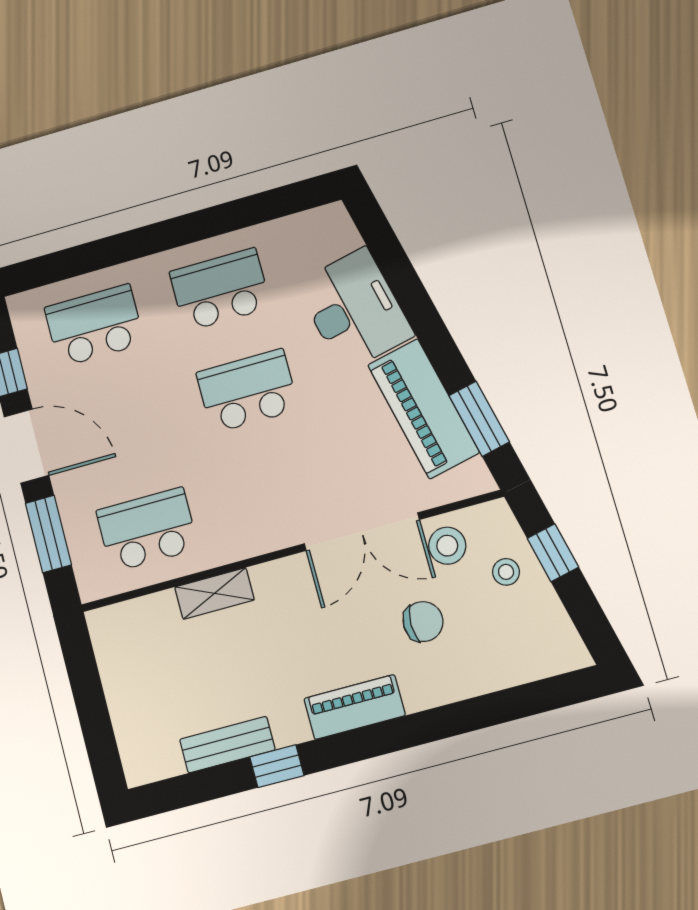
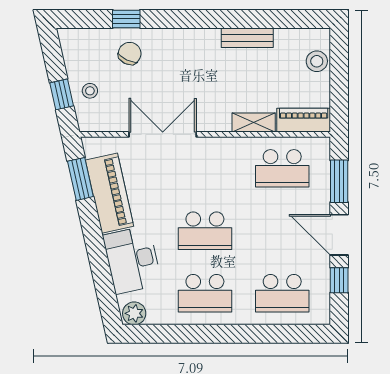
plant: (327, 224) -> (134, 313), added
stool: (447, 546) -> (317, 61), moved
chair: (423, 622) -> (130, 53), moved, turned 115
piano: (355, 707) -> (304, 120), moved, turned 180
bench: (227, 745) -> (247, 38), moved
window: (277, 766) -> (126, 19), moved

